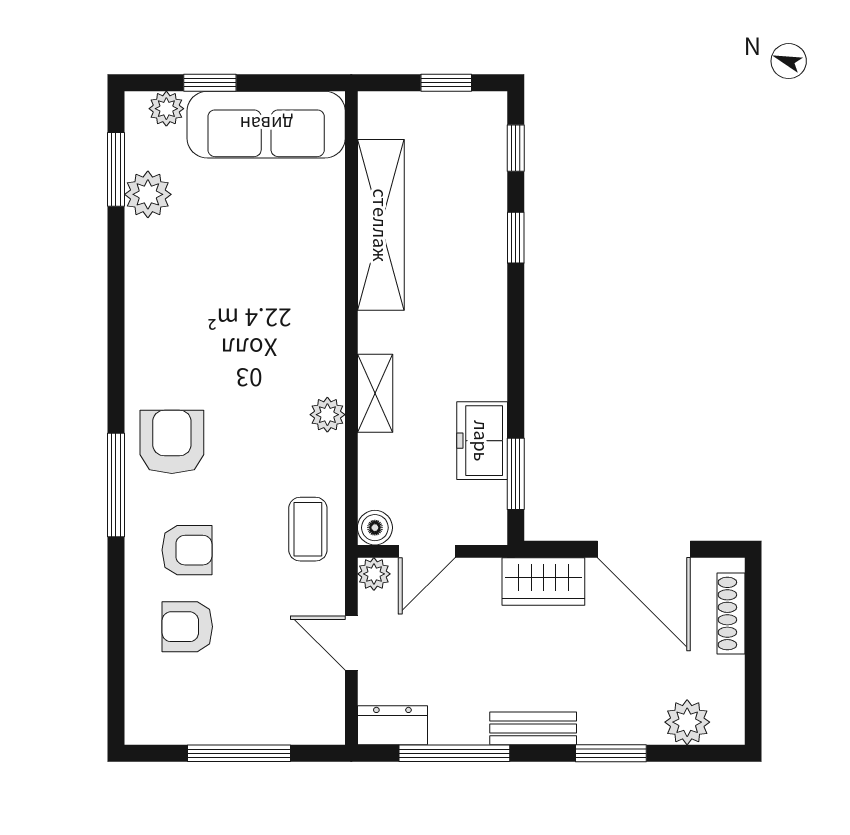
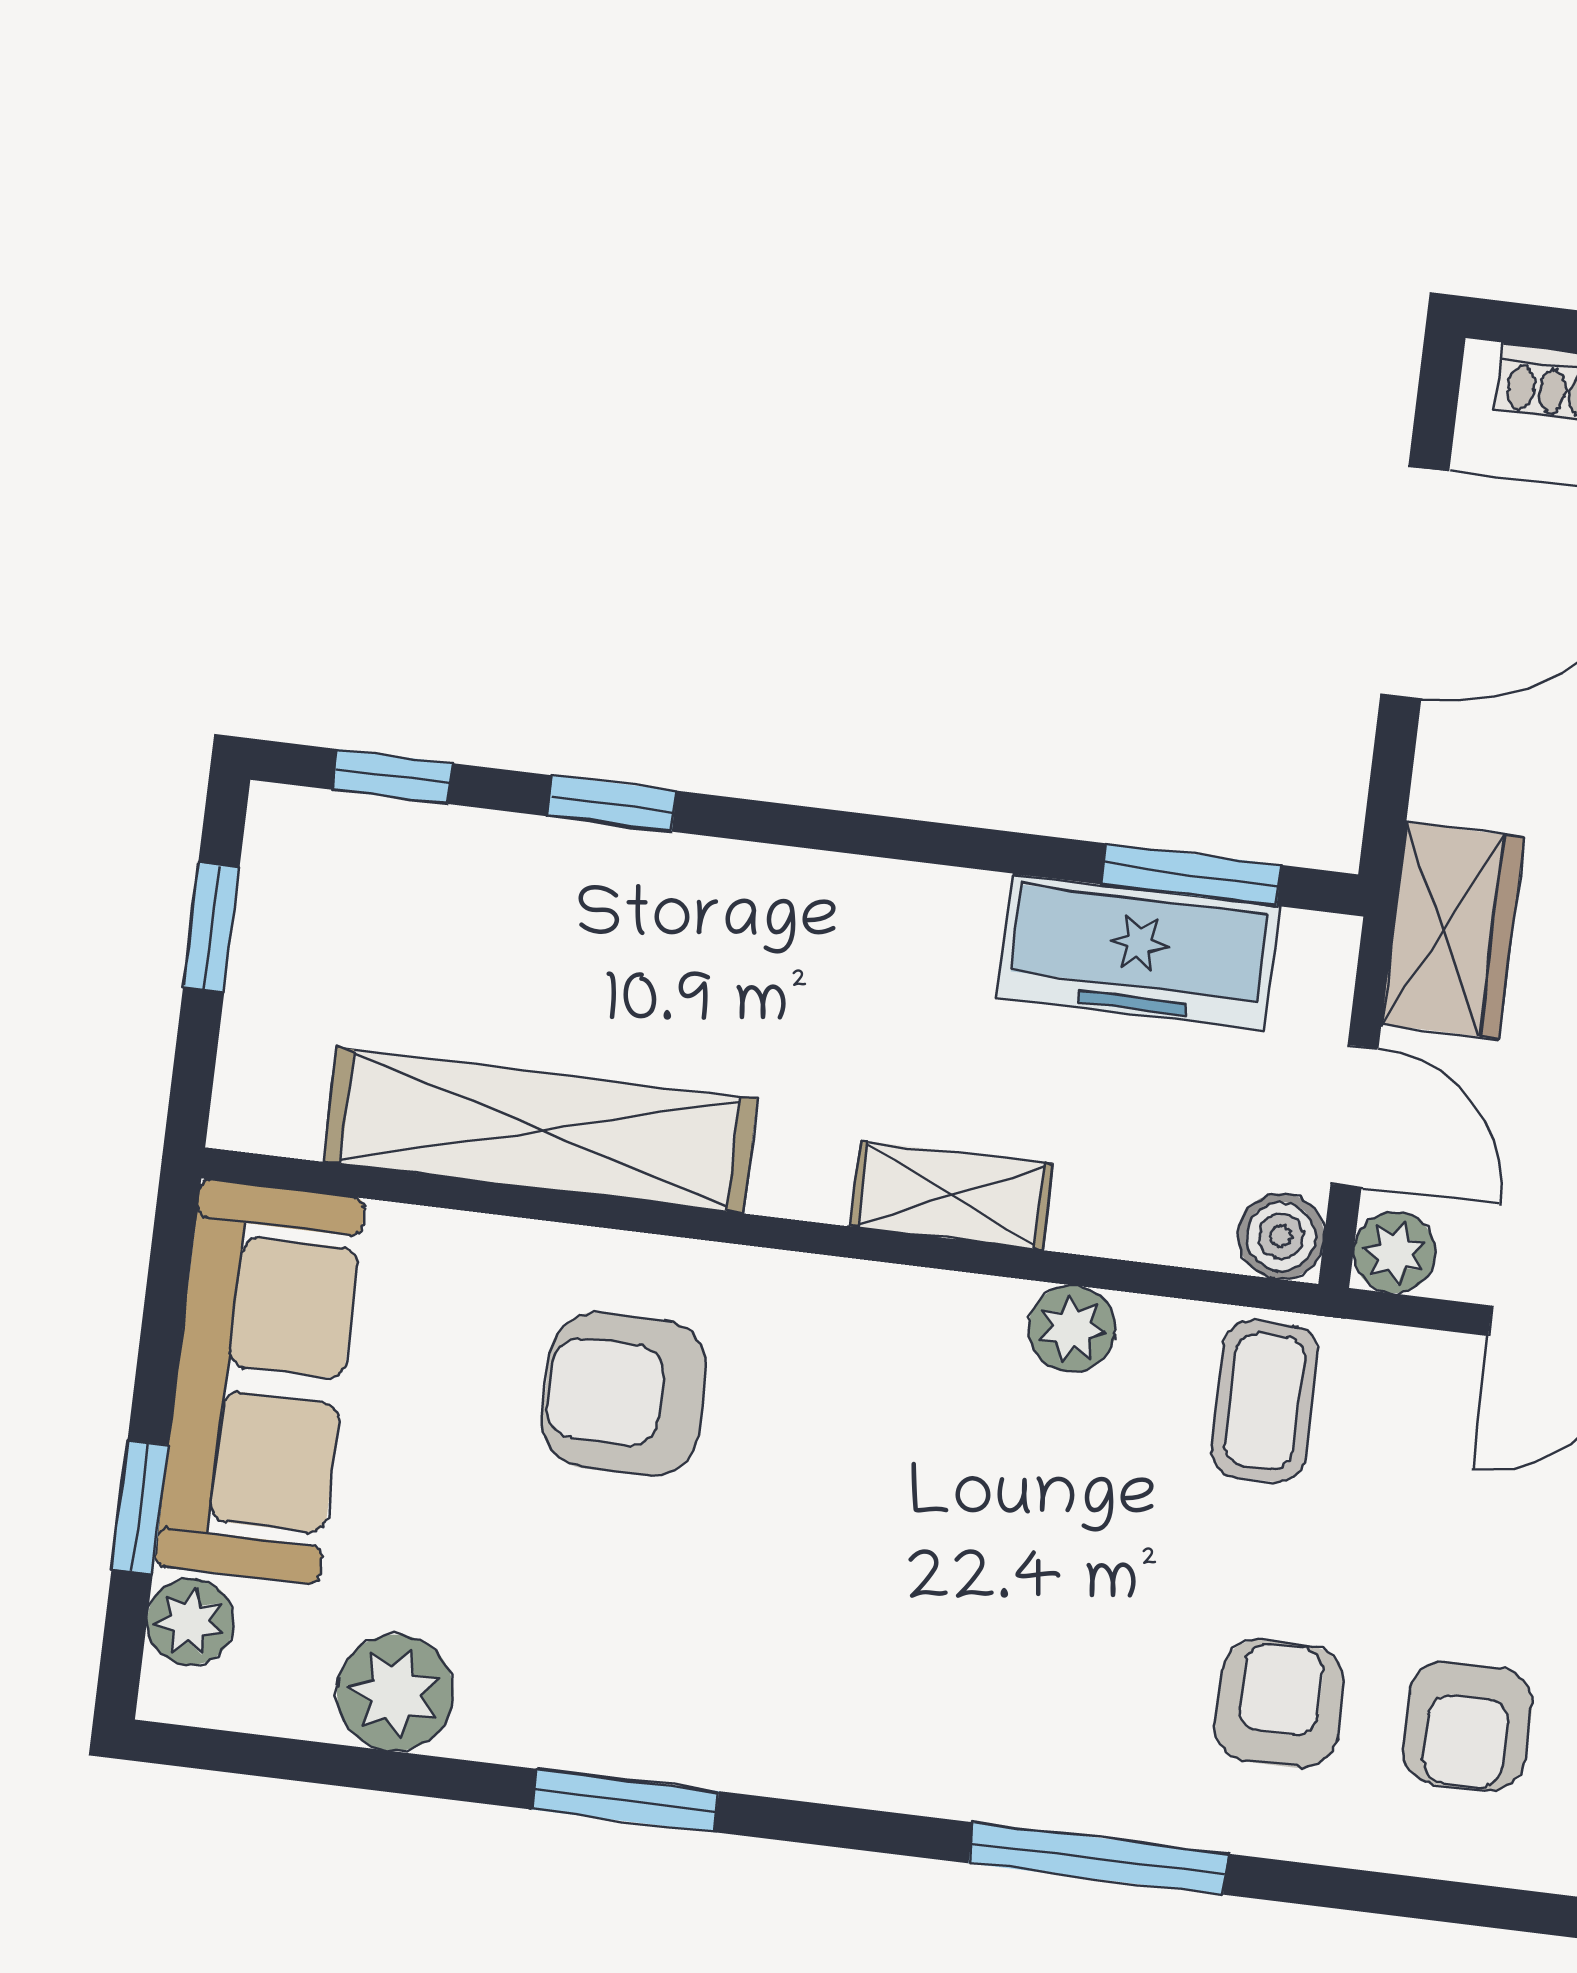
window: (116, 169) -> (625, 1800), moved
plant: (327, 415) -> (1072, 1329), moved
freezer: (482, 441) -> (1138, 952), width x1.40
armchair: (172, 442) -> (624, 1394), moved
coffee table: (308, 529) -> (1264, 1401), turned 90
wardrobe: (543, 581) -> (1452, 931), moved

